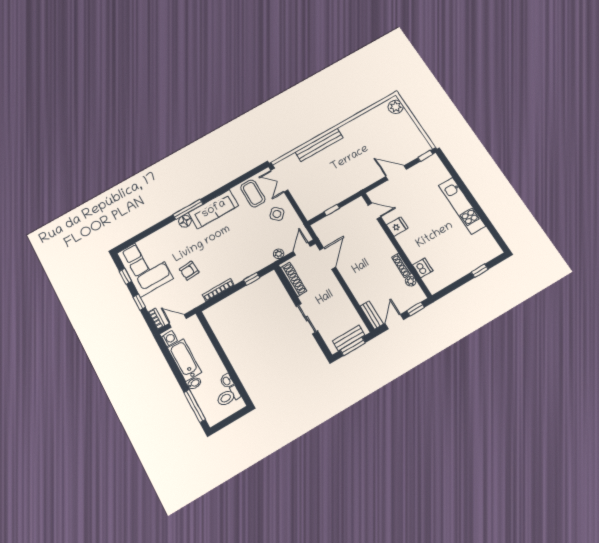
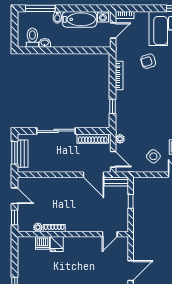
fridge: (397, 227) -> (57, 244), moved
armchair: (189, 271) -> (148, 61), turned -103
window: (139, 302) -> (146, 8), removed
bench: (372, 315) -> (116, 182), moved
sliding door: (307, 319) -> (56, 131), width x1.37

